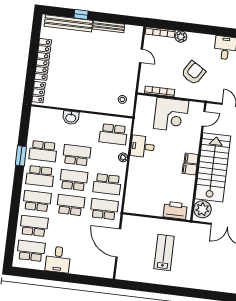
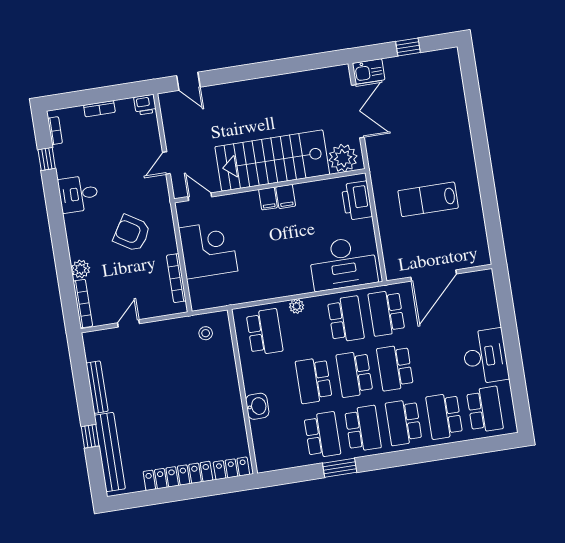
desk: (143, 147) -> (343, 263), moved, width x1.87, depth x1.30
school desk: (31, 251) -> (485, 410), turned 180
desk: (58, 259) -> (485, 356), width x1.37

